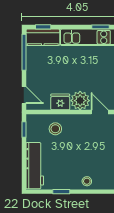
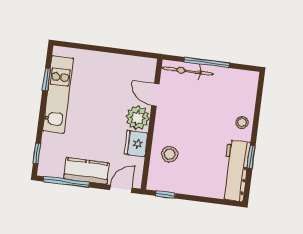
kitchen counter: (43, 37) -> (86, 171), moved, turned -90
door: (100, 112) -> (155, 95), hinge flipped
workbench: (35, 166) -> (236, 171), moved, turned -90

